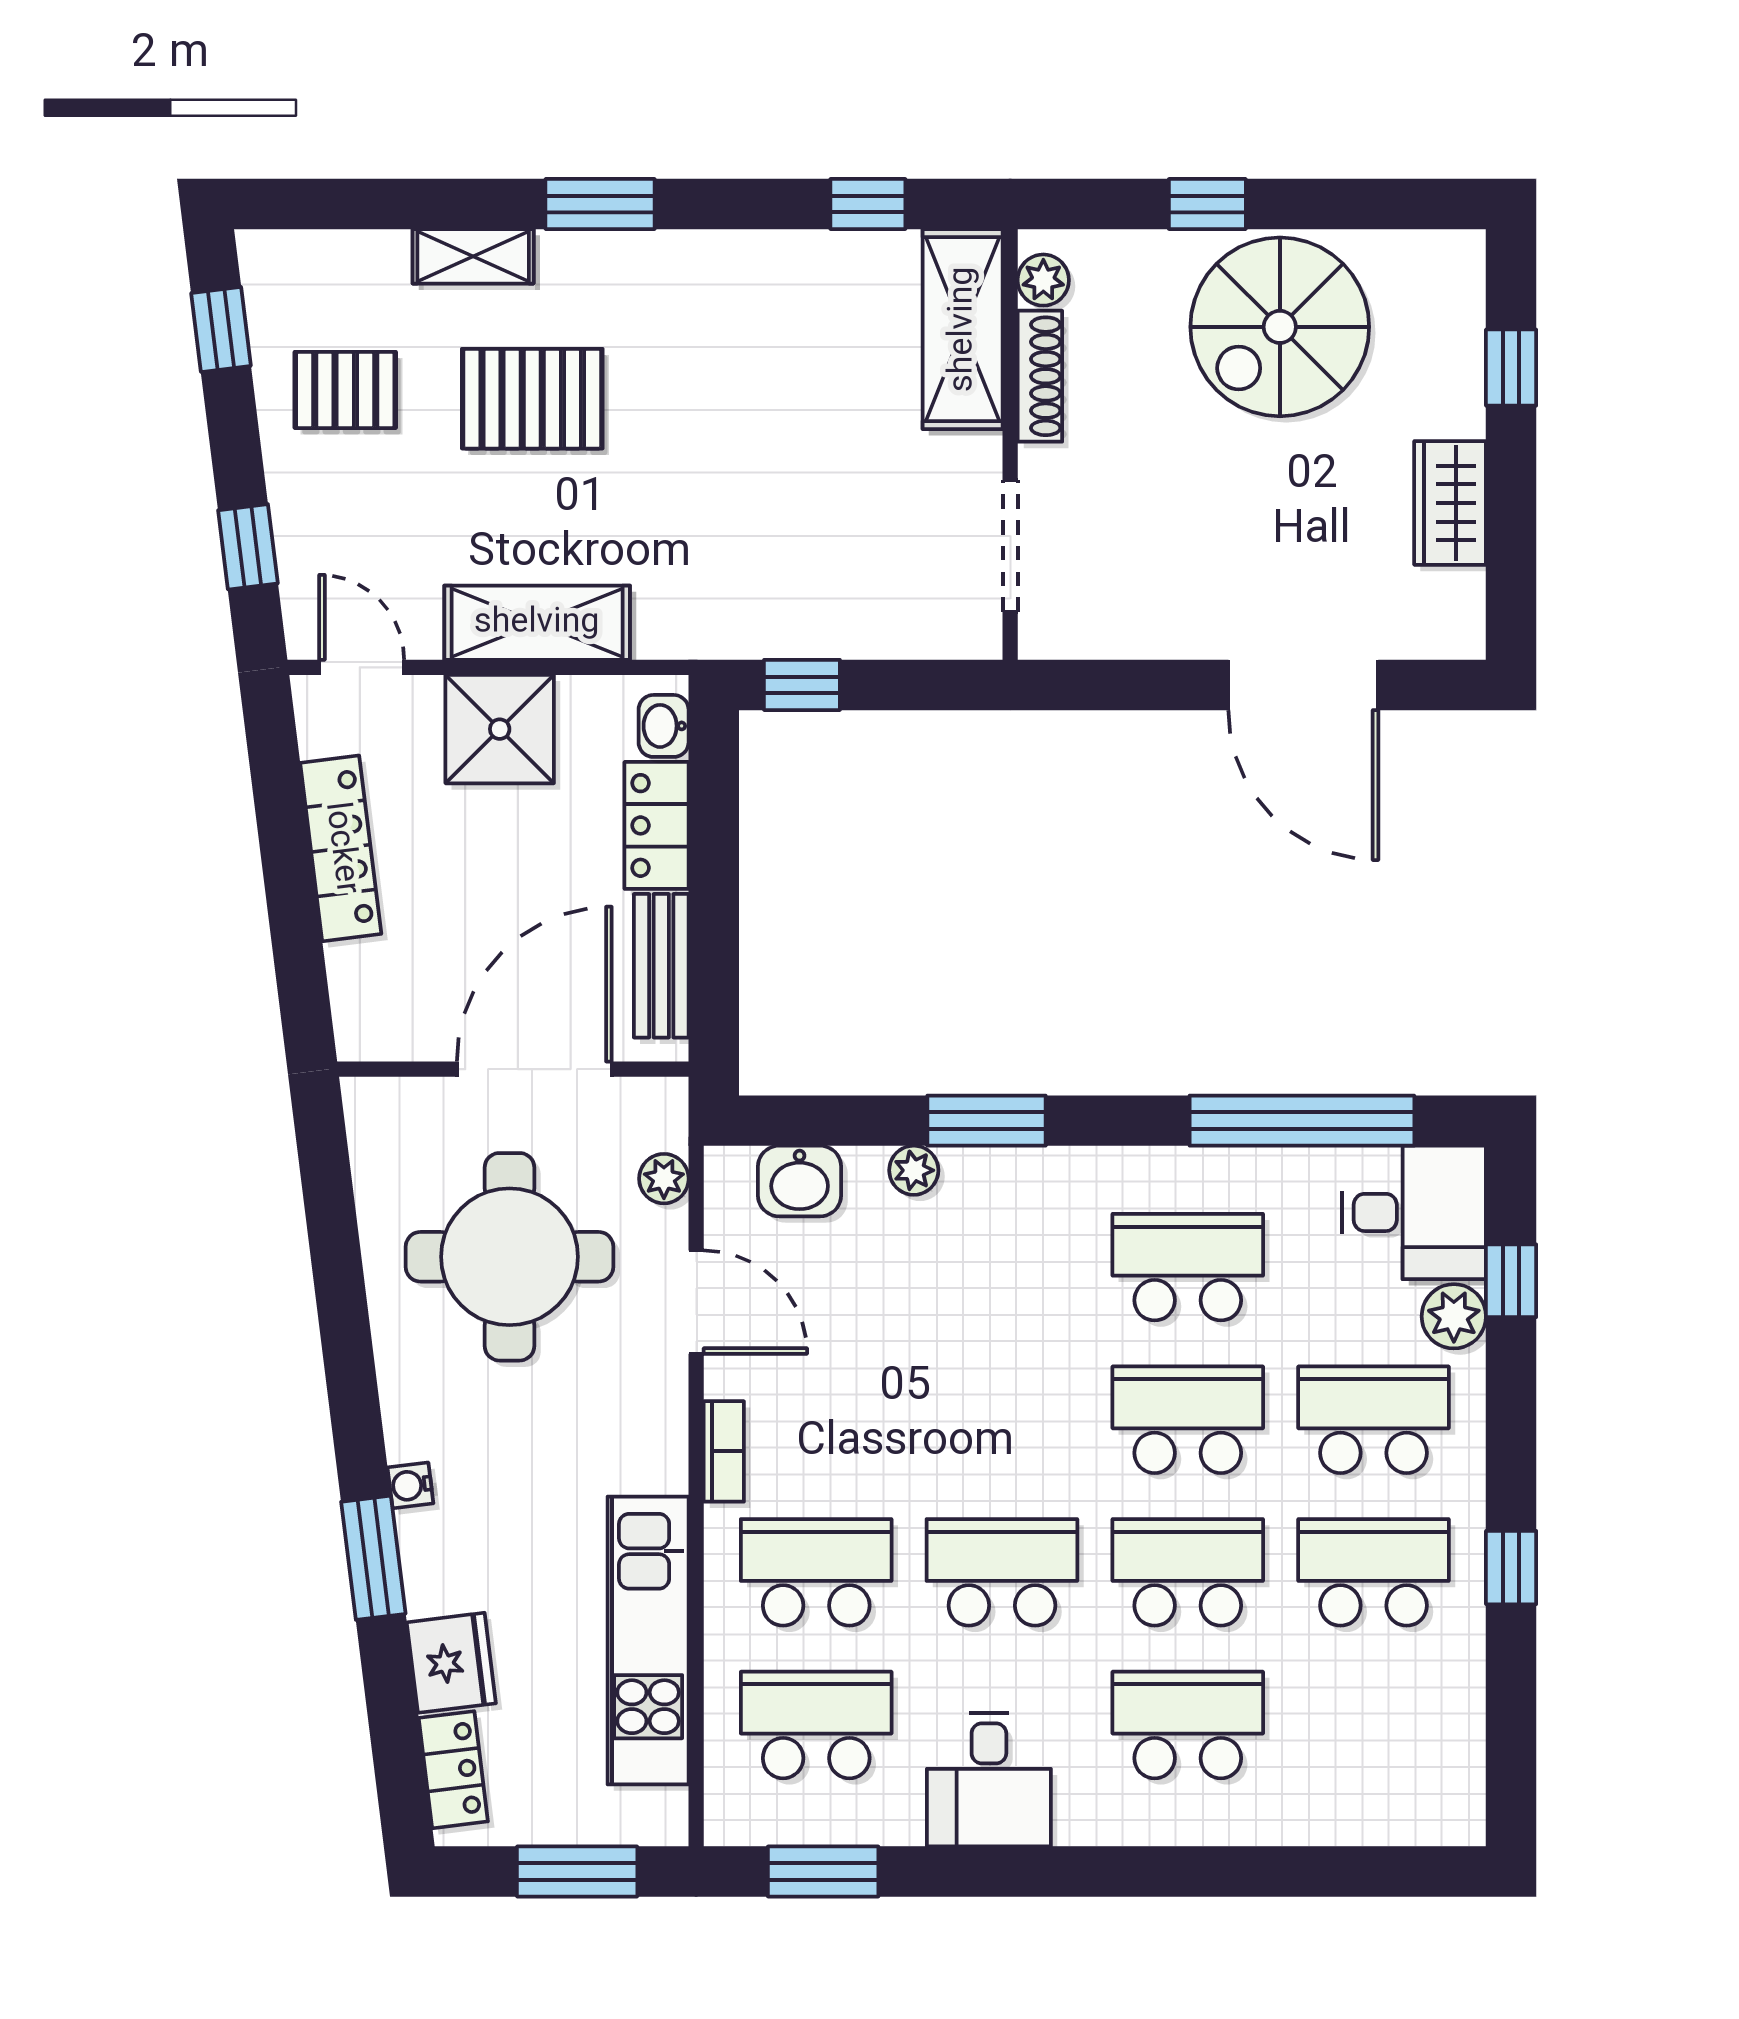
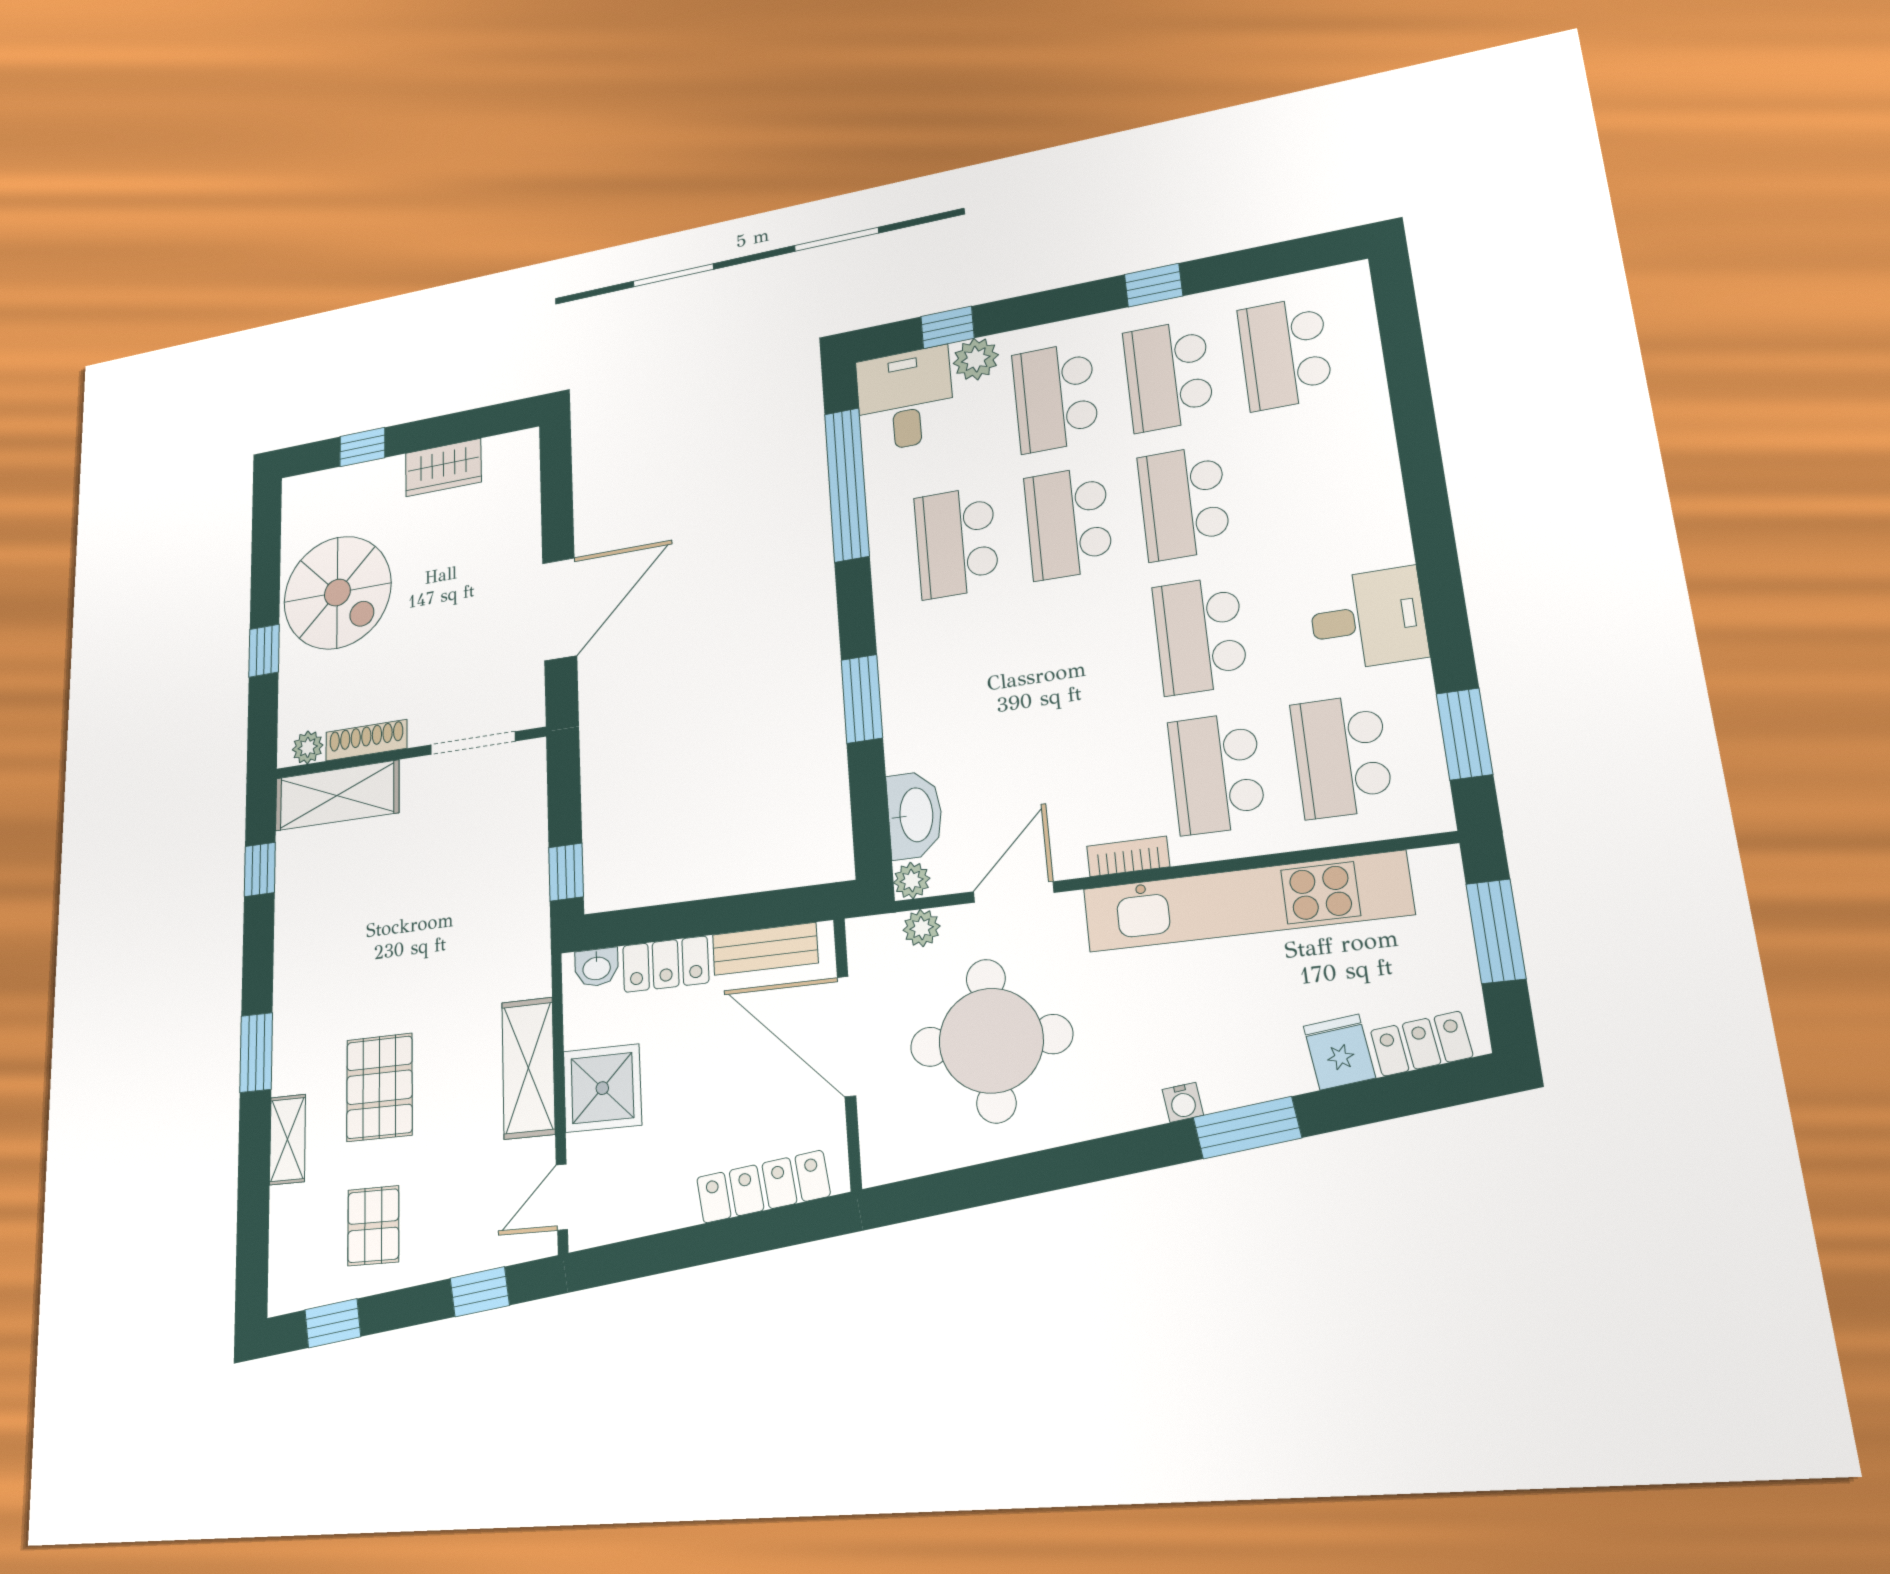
door: (1303, 685) -> (560, 609), moved
locker: (341, 848) -> (763, 1187), moved
plant: (914, 1170) -> (912, 880), moved
washbasin: (800, 1181) -> (915, 815), width x1.38
kitchen unit: (648, 1640) -> (1245, 902), width x1.36
fridge: (451, 1663) -> (1339, 1052), width x0.72
school desk: (1188, 1725) -> (1285, 353), moved

